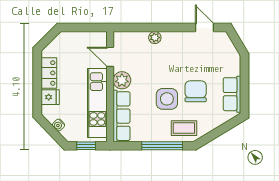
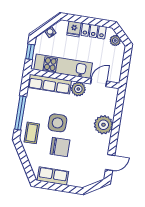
plant: (155, 38) -> (103, 125), width x1.87, depth x1.87
plant: (56, 45) -> (115, 40), added

